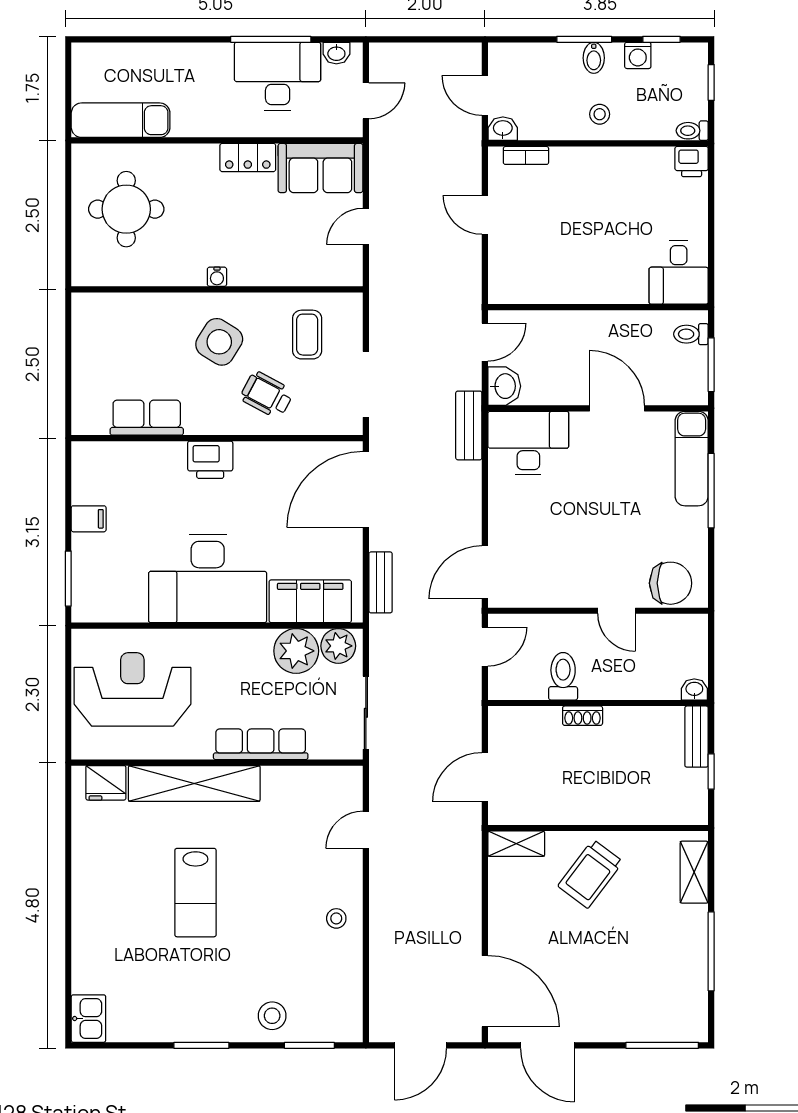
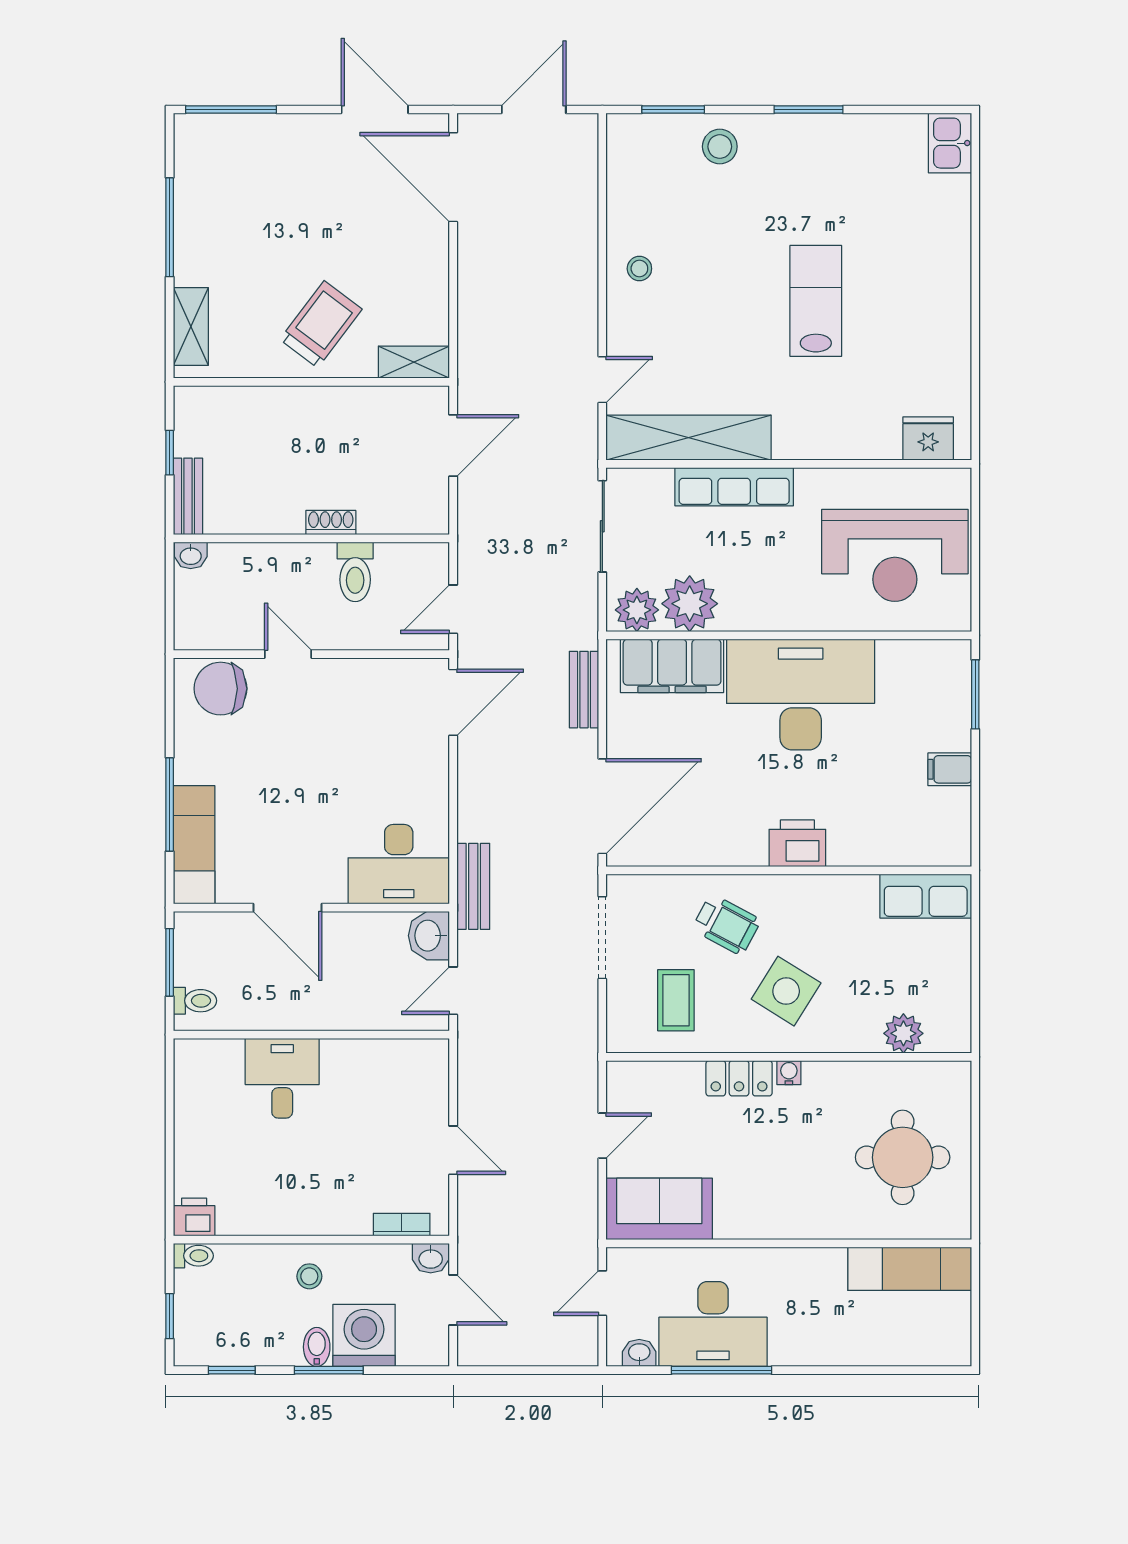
washing machine: (638, 55) -> (364, 1335), moved, width x1.89, depth x1.89
locker: (248, 158) -> (739, 1078), moved, turned 180
desk: (679, 272) -> (282, 1078), moved
plant: (126, 308) -> (903, 1033), added
row of seats: (147, 418) -> (926, 896), moved
shelving: (194, 783) -> (689, 438), moved

